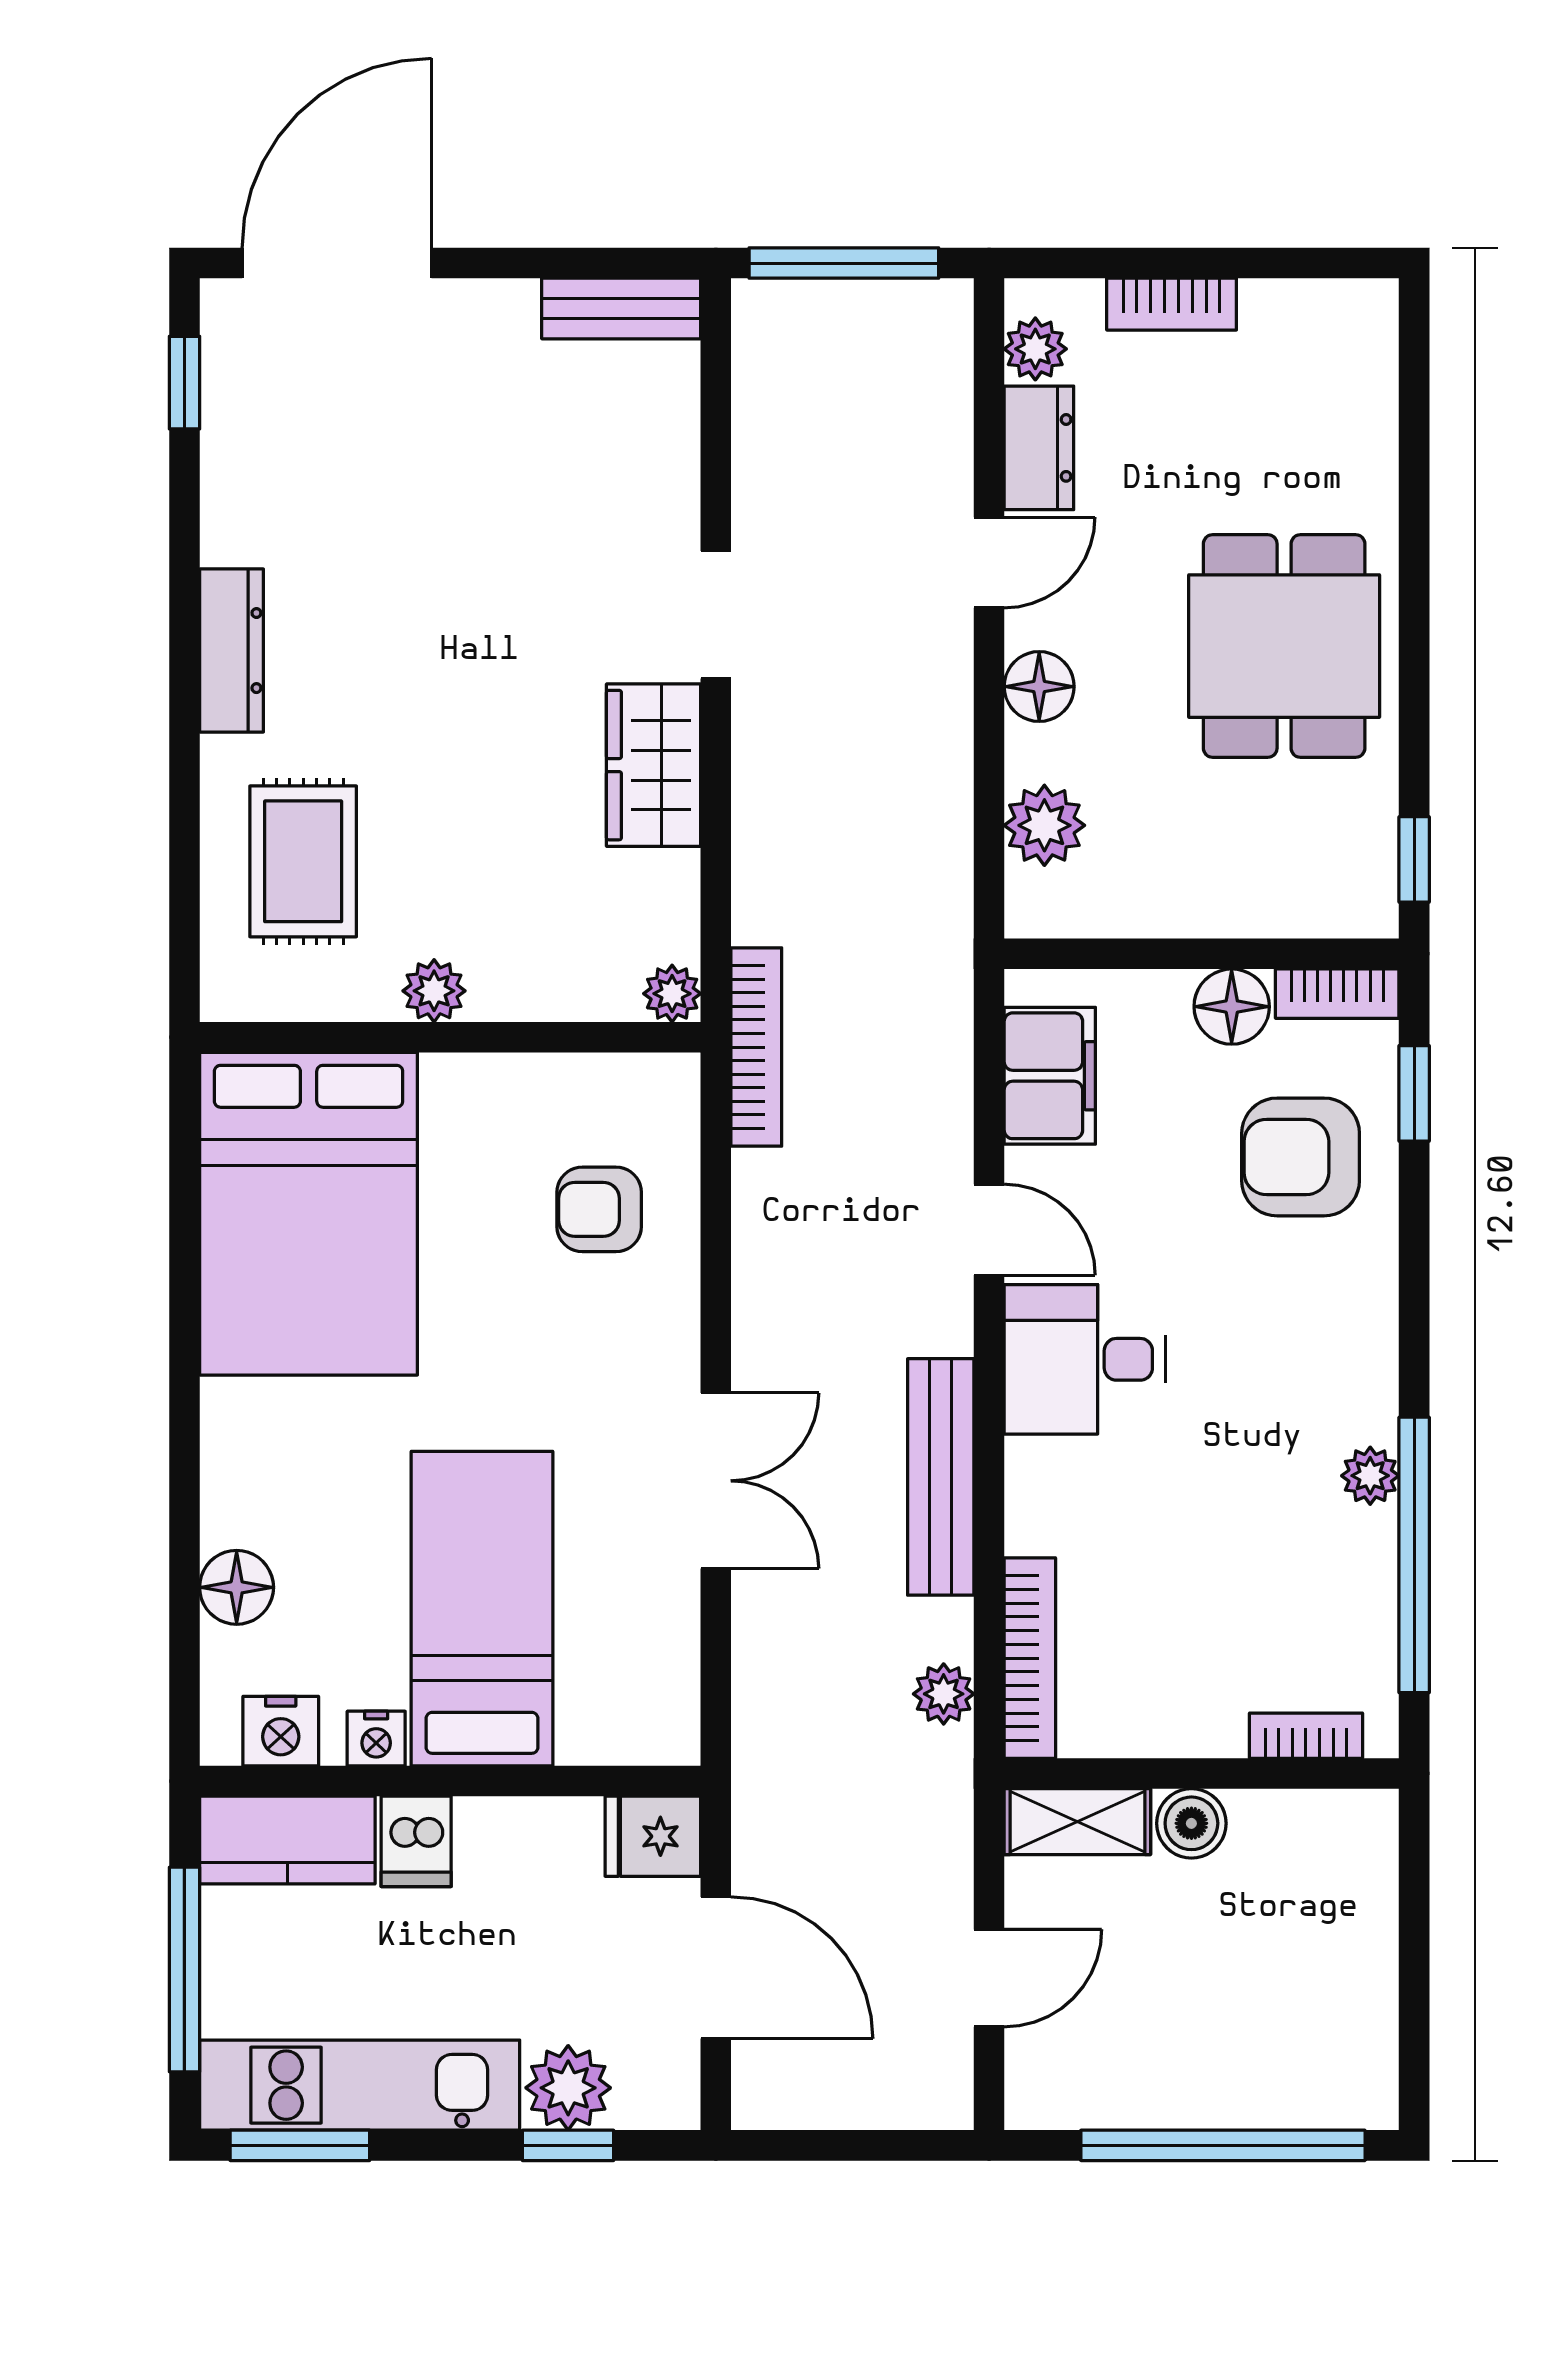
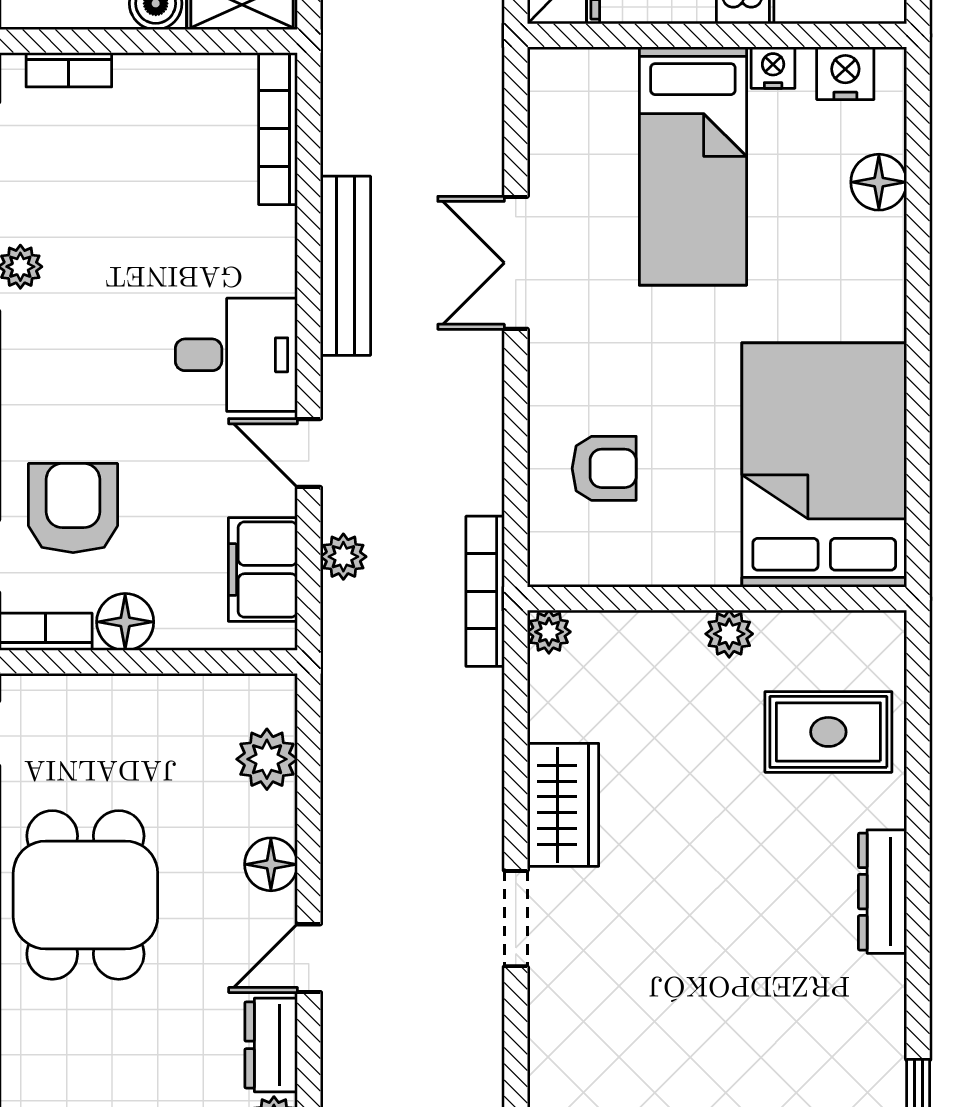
rug: (303, 861) -> (828, 732), turned 90
armchair: (1301, 1157) -> (73, 508), turned -90
plant: (944, 1694) -> (343, 557), moved

